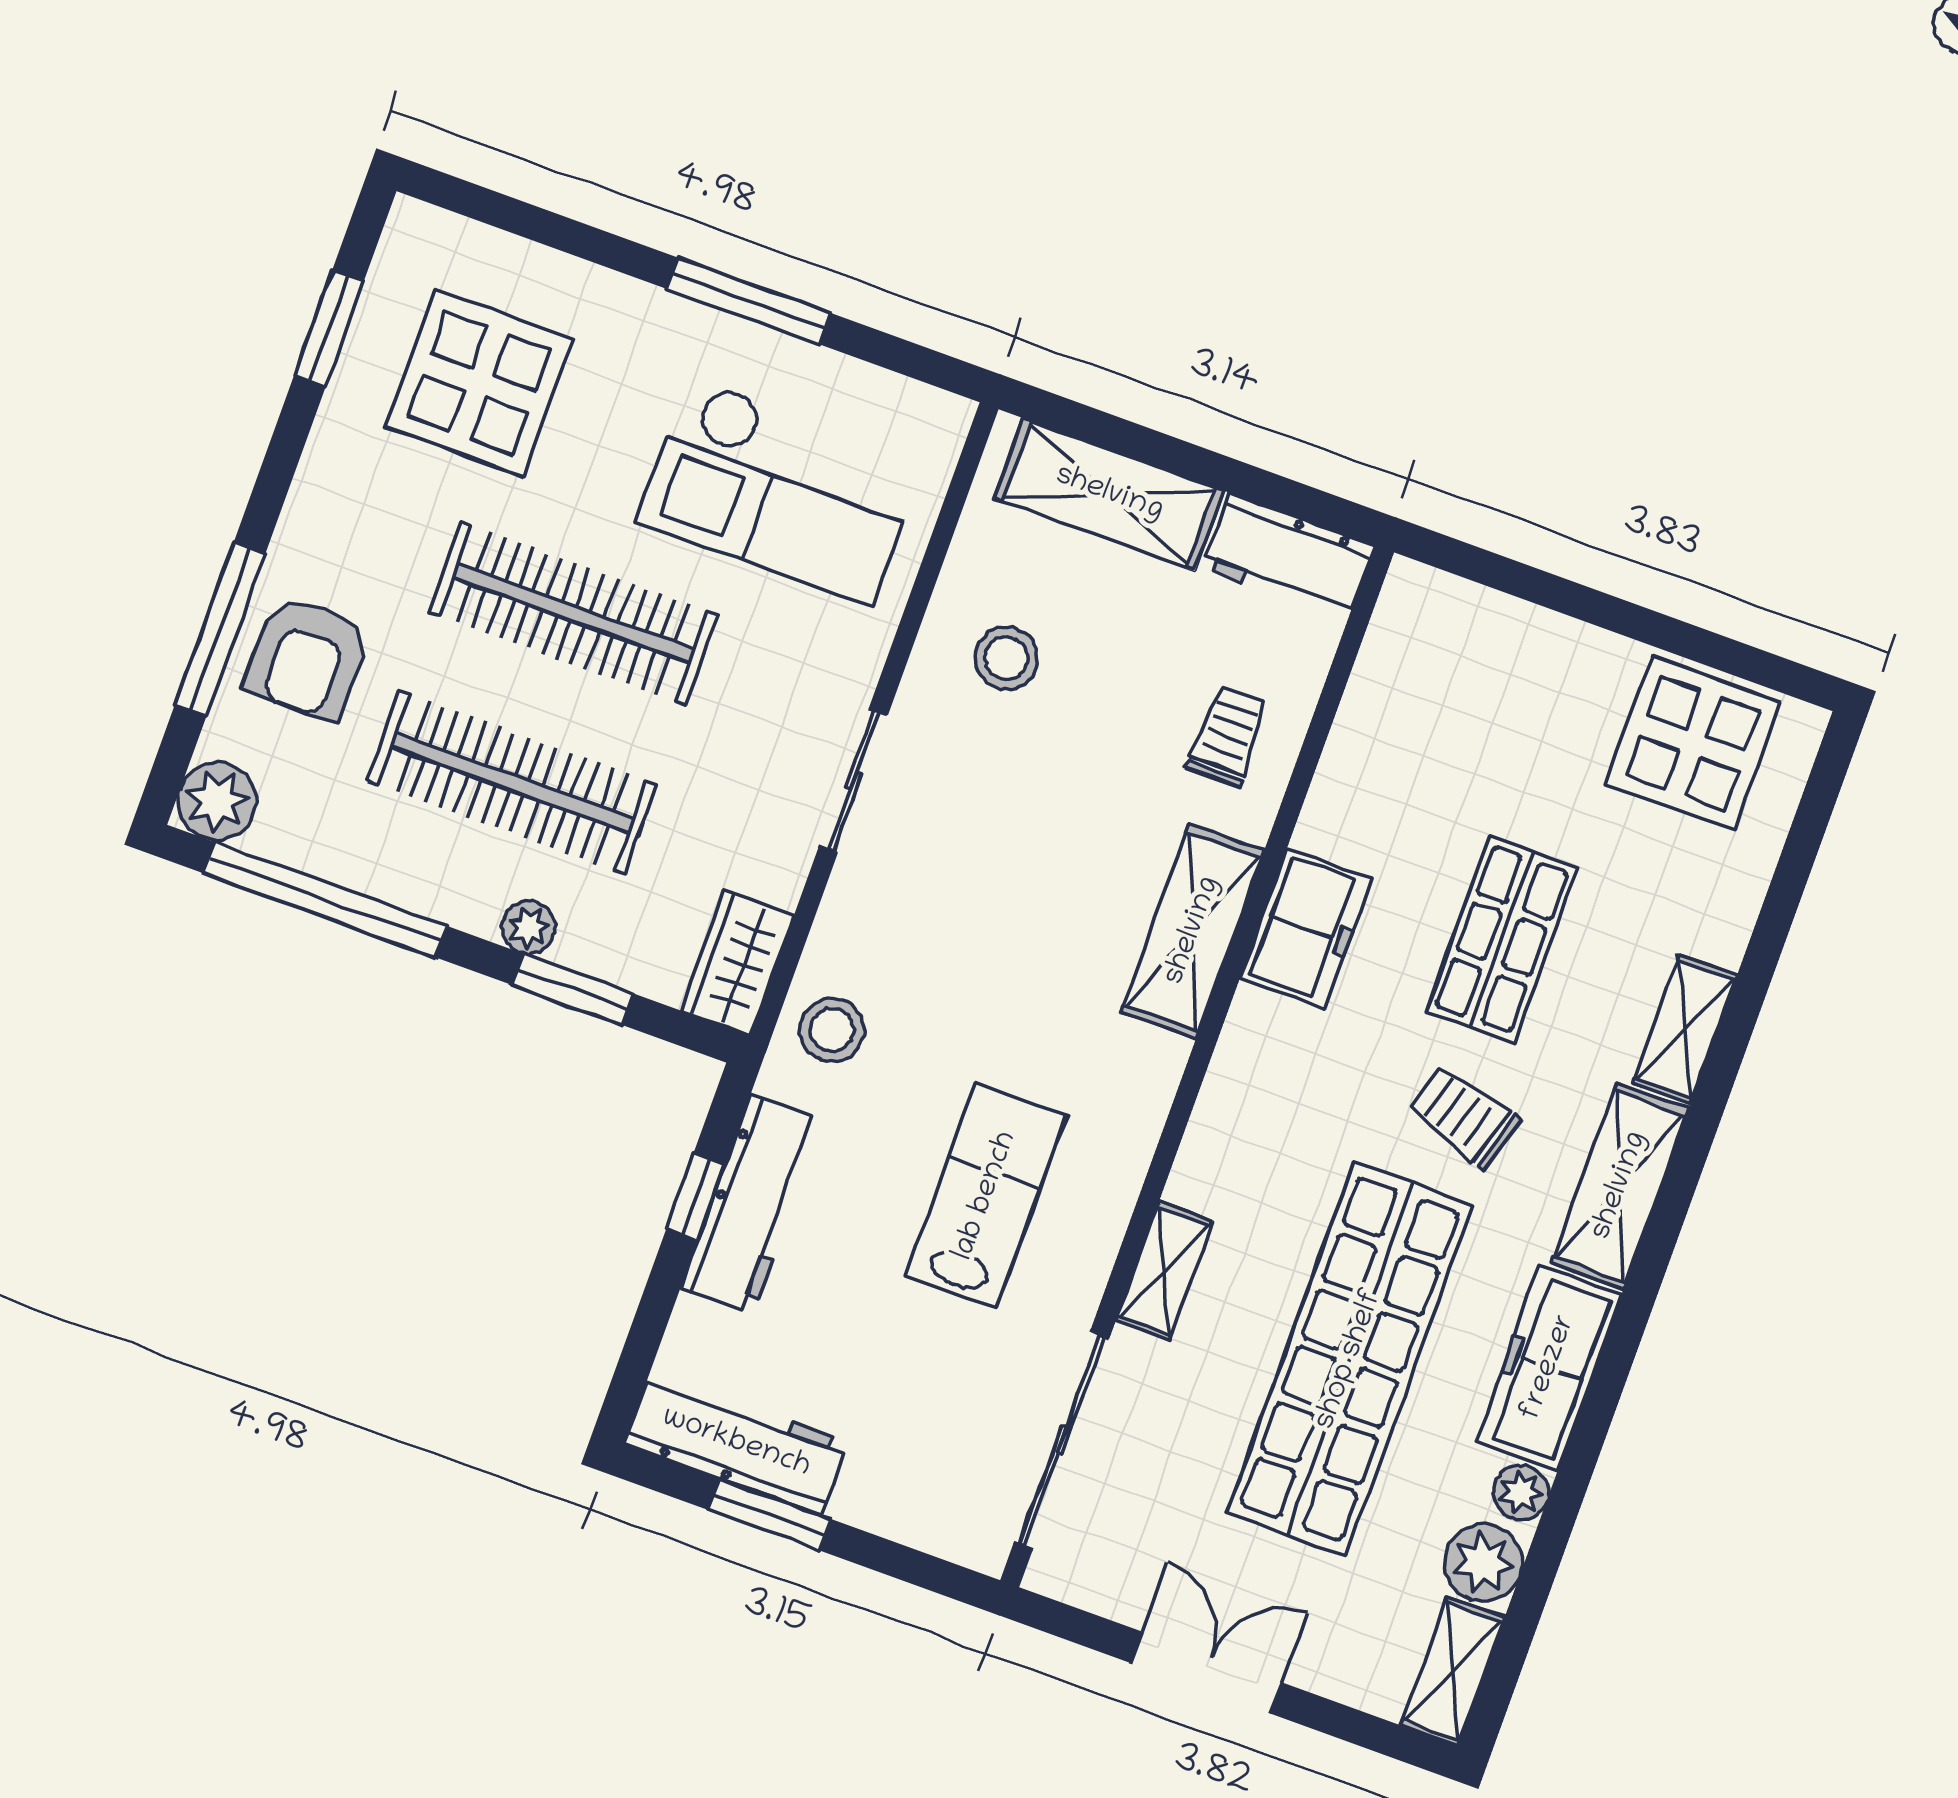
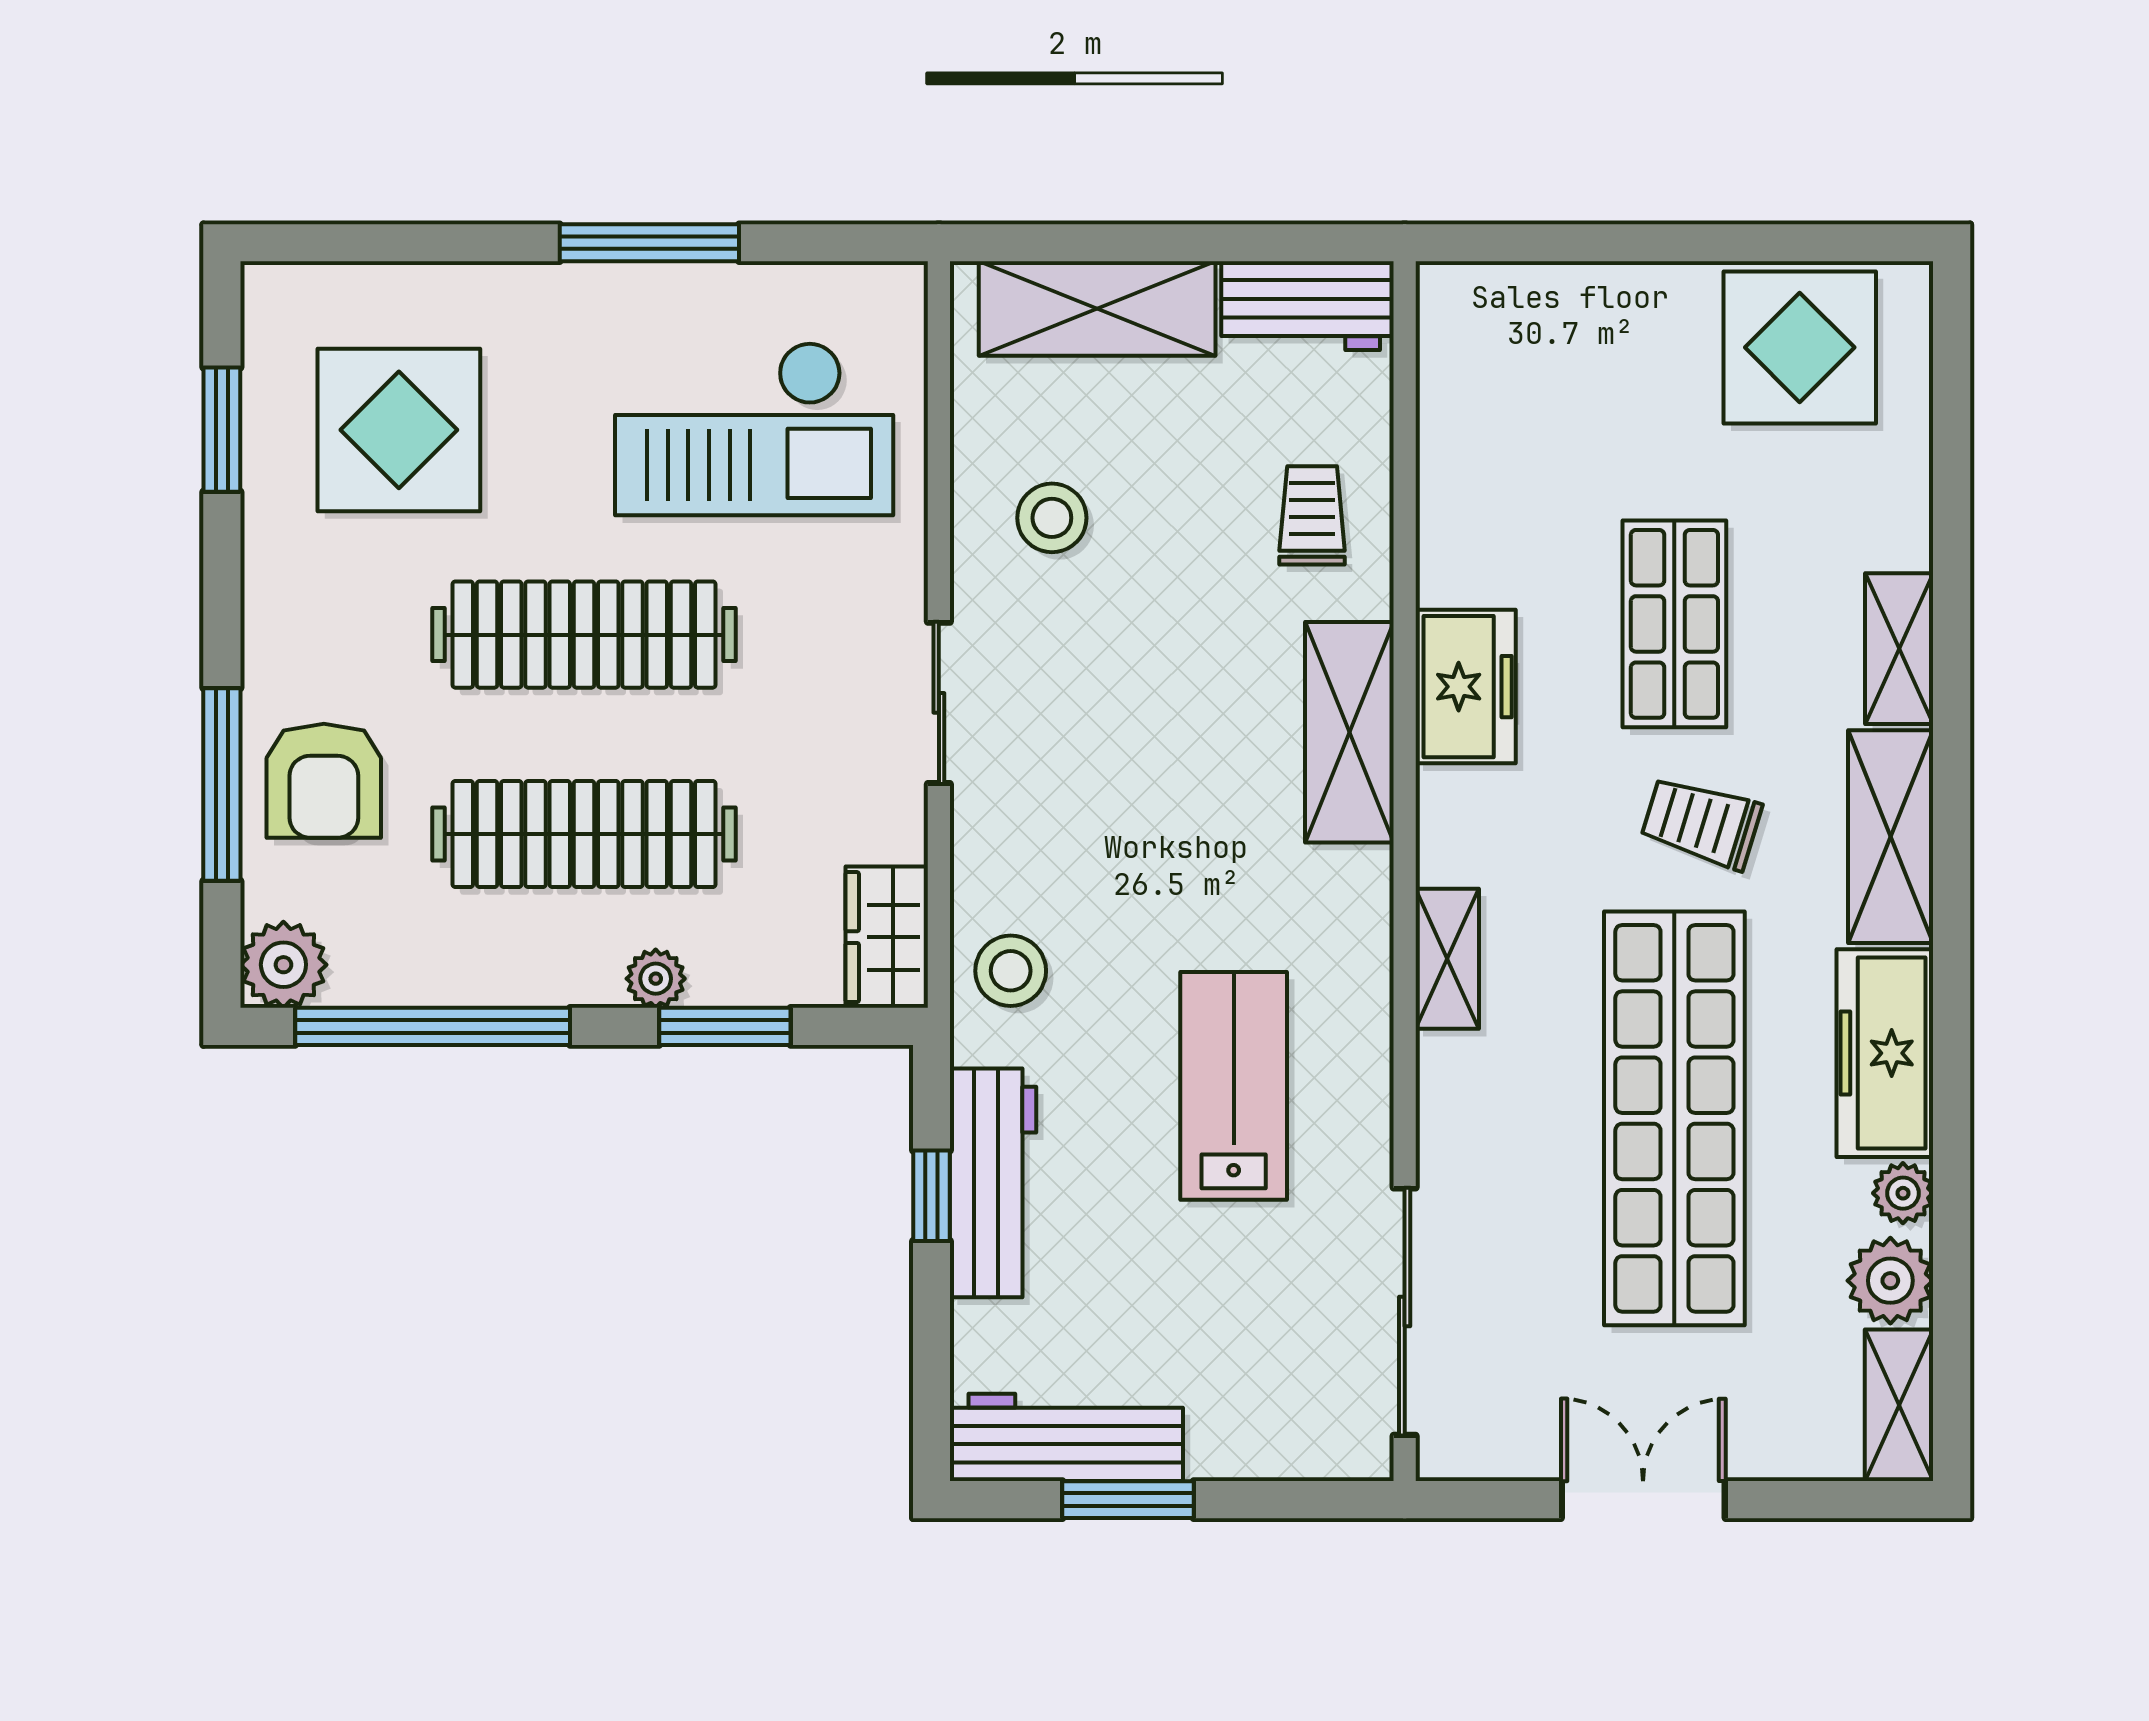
shelving: (1164, 1270) -> (1447, 959), moved

